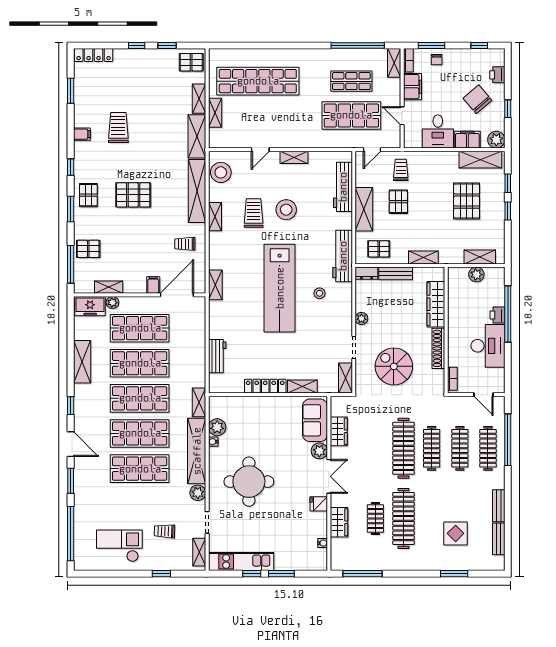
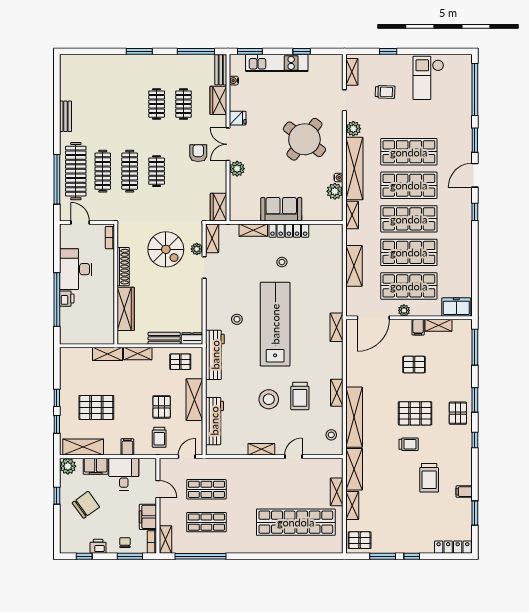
window: (167, 45) -> (383, 556), width x1.50
printer: (497, 75) -> (98, 546), moved, turned -90
chair: (478, 99) -> (86, 505), turned -85
shop shelf: (351, 115) -> (206, 489), width x0.70, depth x0.74
filing cabinet: (82, 134) -> (464, 492), moved
filing cabinet: (434, 160) -> (127, 447), added
stool: (221, 172) -> (331, 435), width x0.53, depth x0.53
pallet: (467, 201) -> (96, 407), turned 90
trolley: (185, 244) -> (409, 444), moved
pallet: (88, 249) -> (414, 365), moved
shelving: (480, 257) -> (108, 354), moved
plant: (476, 275) -> (87, 337), removed
filing cabinet: (153, 285) -> (418, 327), moved
plant: (112, 303) -> (404, 310), moved
plant: (361, 319) -> (197, 249), moved
stool: (272, 353) -> (282, 262), added
workbench: (217, 356) -> (335, 259), removed
shelving: (82, 362) -> (354, 266), moved
sofa: (315, 420) -> (281, 209), moved, turned -90
wardrobe: (339, 431) -> (219, 207), moved
door: (71, 444) -> (475, 175), hinge flipped
clothes rail: (404, 448) -> (157, 171), width x0.54, depth x0.76
clothes rail: (488, 448) -> (76, 171), width x1.37, depth x1.31
armchair: (360, 467) -> (198, 153), added
round table: (249, 482) -> (304, 139), turned 37
clothes rail: (404, 518) -> (157, 104), width x0.54, depth x0.76
display table: (456, 533) -> (107, 90), removed
bench: (499, 539) -> (221, 70), moved
checkout: (119, 546) -> (428, 78), turned 90
kitchen unit: (241, 561) -> (277, 63), moved
window: (281, 574) -> (250, 51), moved
window: (454, 574) -> (139, 51), moved

